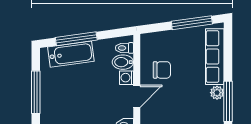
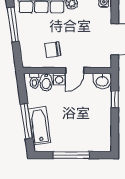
chair: (162, 70) -> (53, 50), turned -98
door: (137, 96) -> (75, 71), swing flipped

